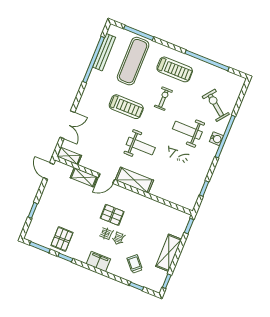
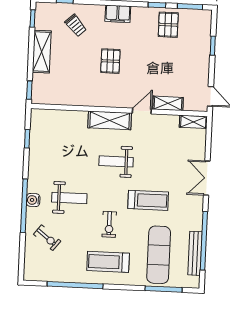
exercise bike: (216, 105) -> (47, 238), width x0.73, depth x0.72
treadmill: (126, 107) -> (148, 200), turned 180
double door: (67, 125) -> (207, 178), moved
pallet: (112, 215) -> (110, 61), moved, turned 90

